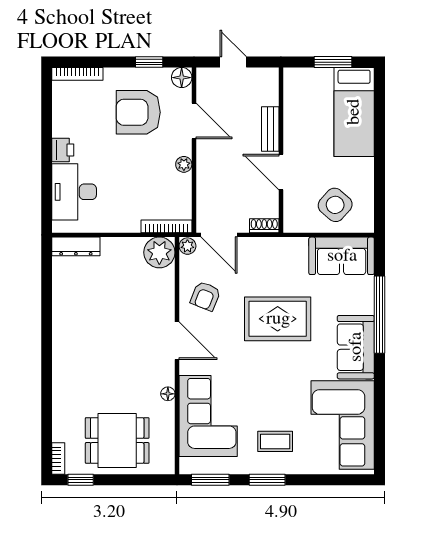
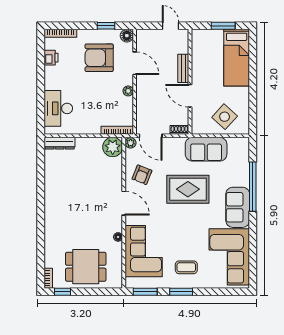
door: (233, 62) -> (171, 26), moved
printer: (63, 150) -> (51, 58), moved
sofa: (342, 256) -> (206, 149), moved

